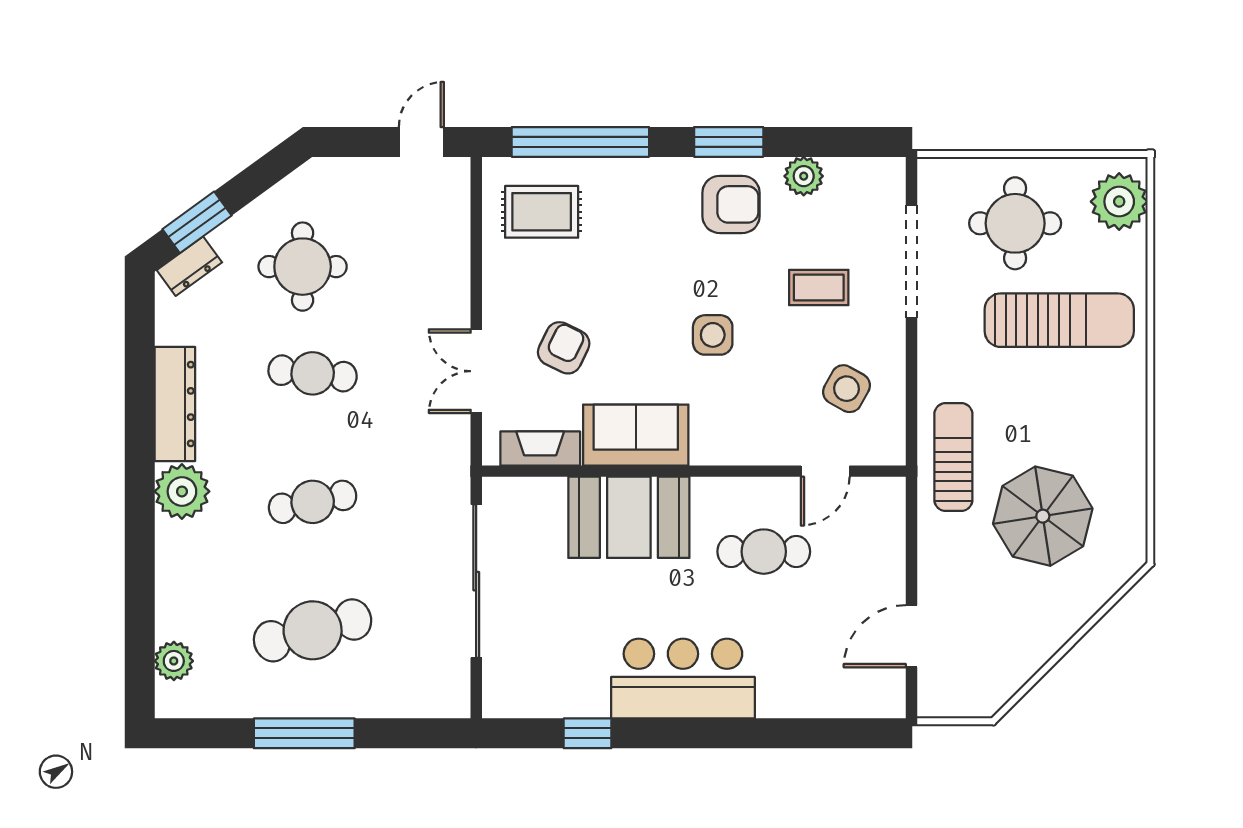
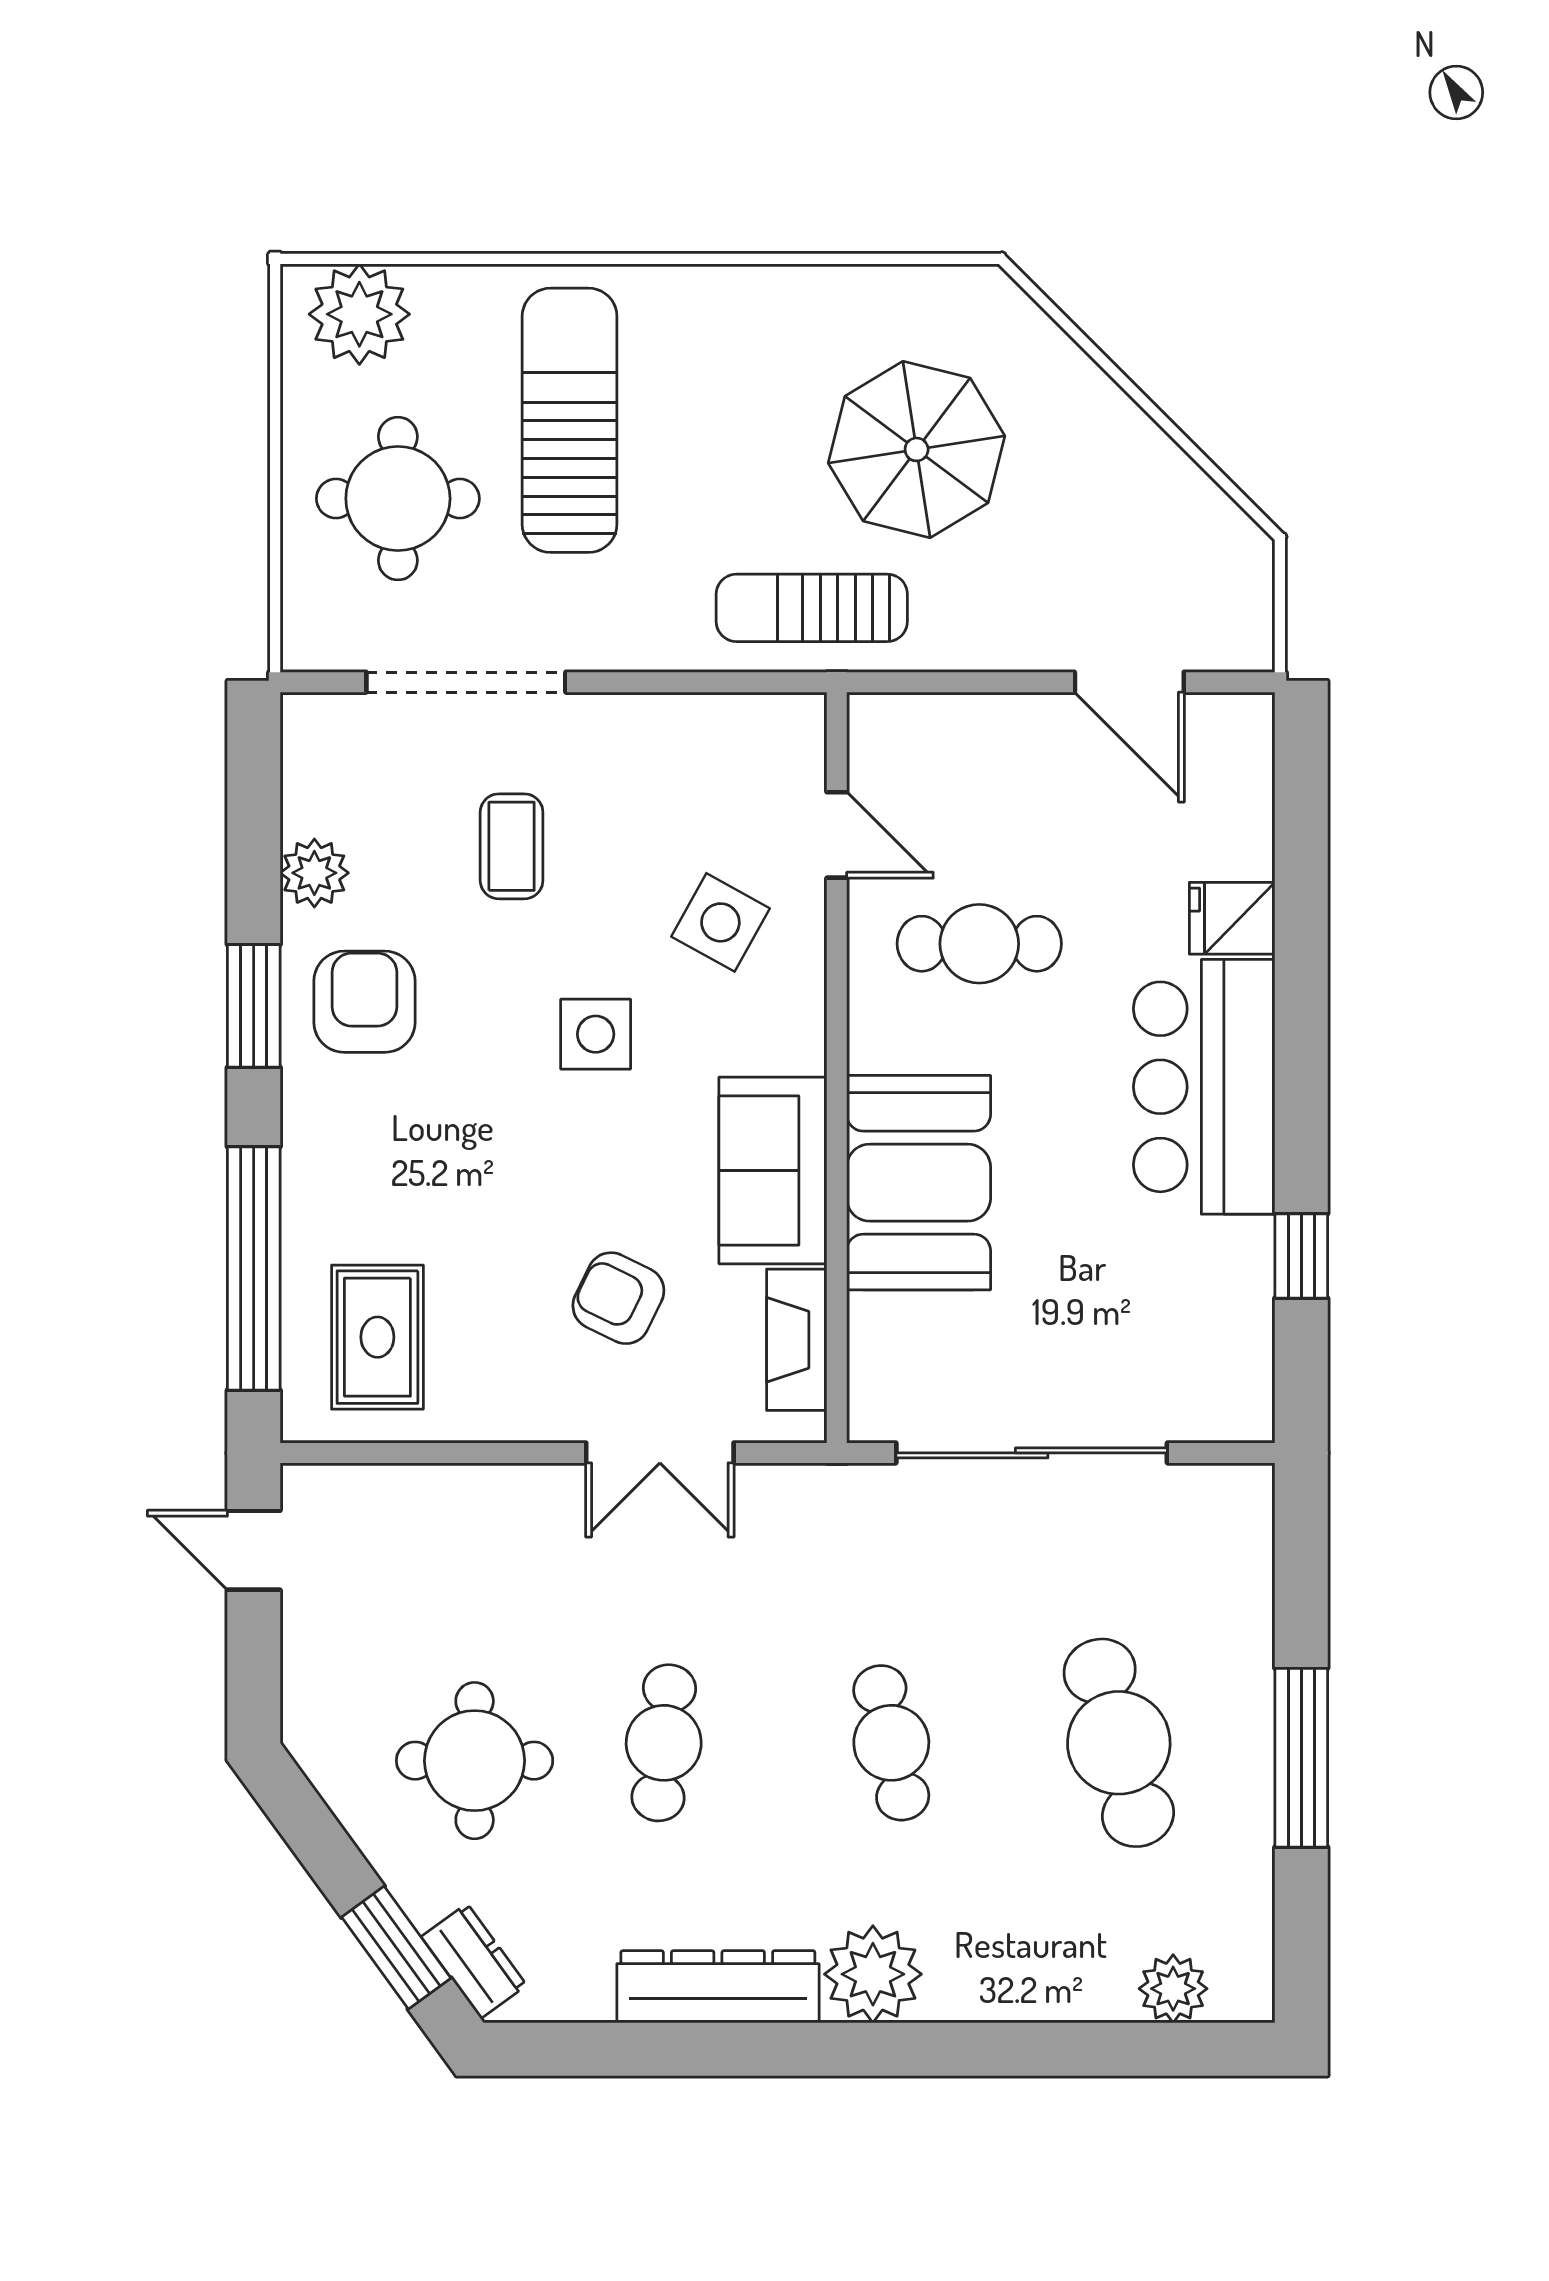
side table: (846, 389) -> (720, 922), moved
cafe table: (764, 552) -> (979, 944), turned 90
fridge: (778, 694) -> (1232, 918), added

